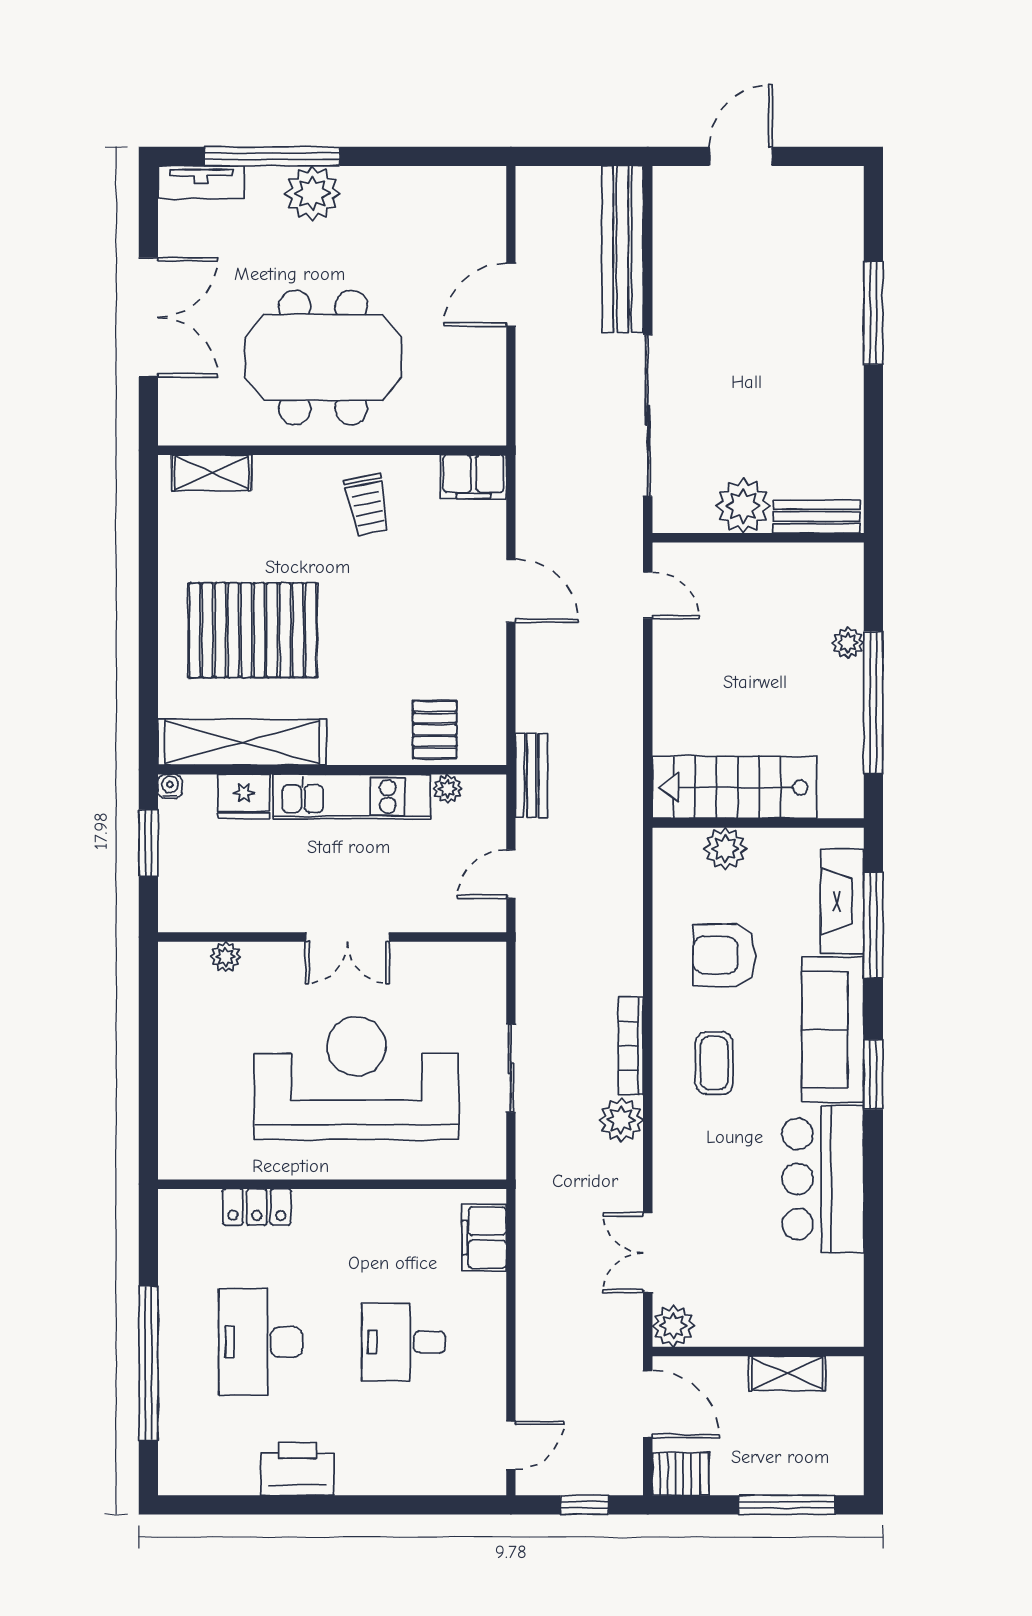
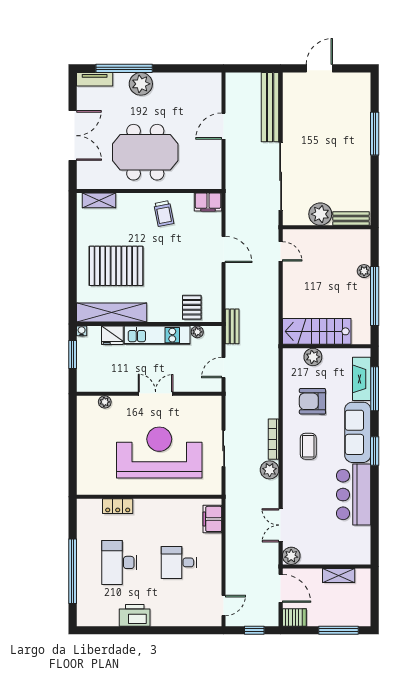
double door: (347, 937) -> (156, 394), swing flipped

